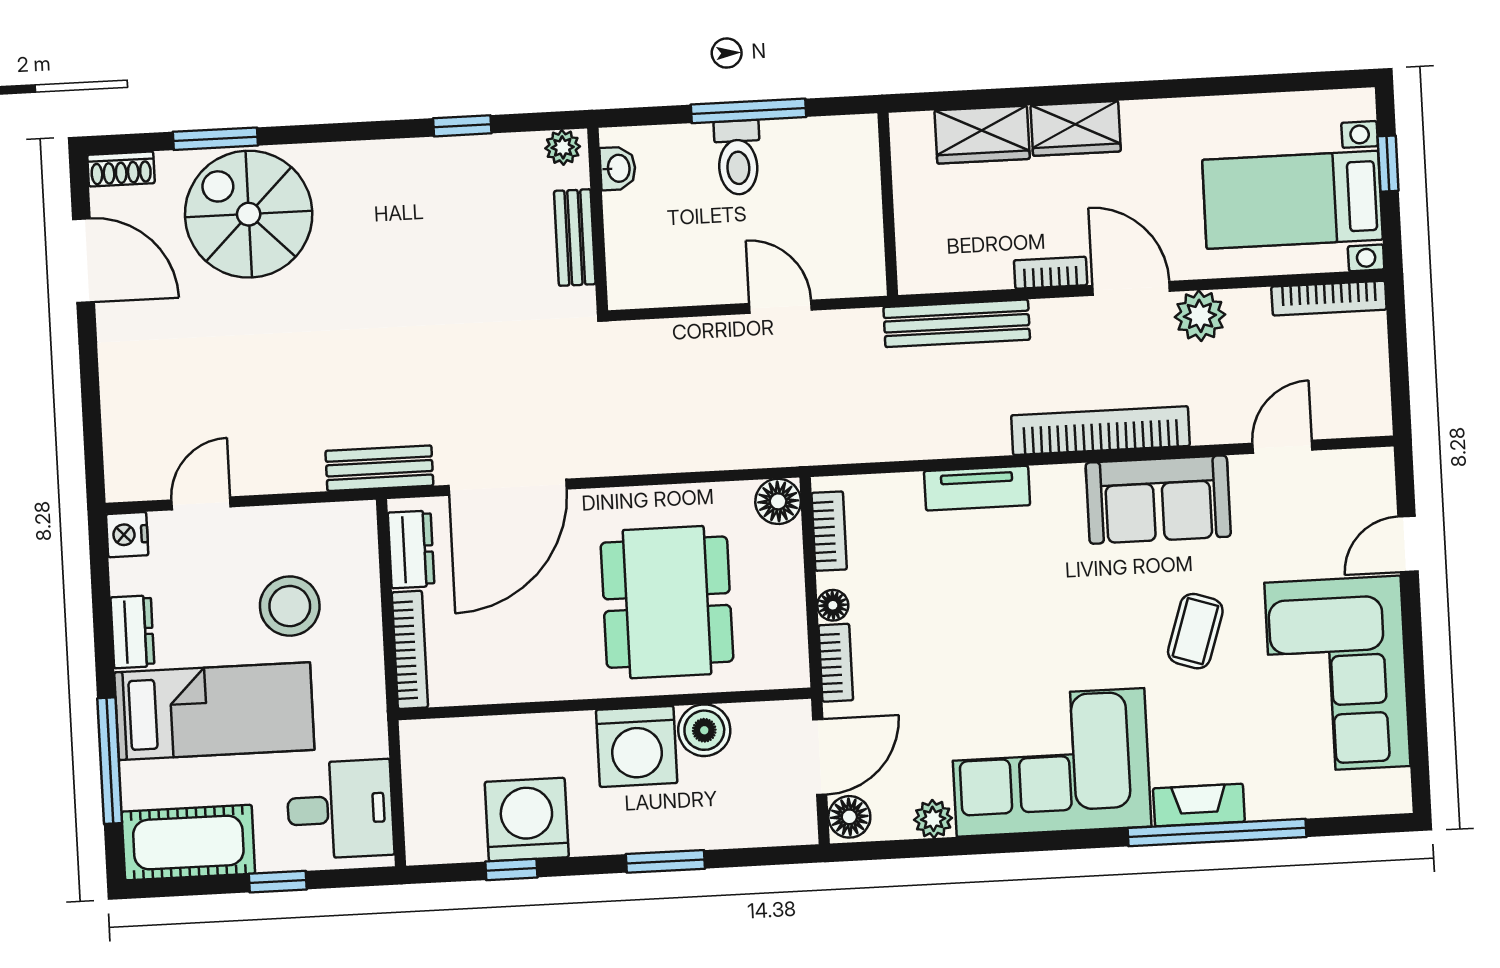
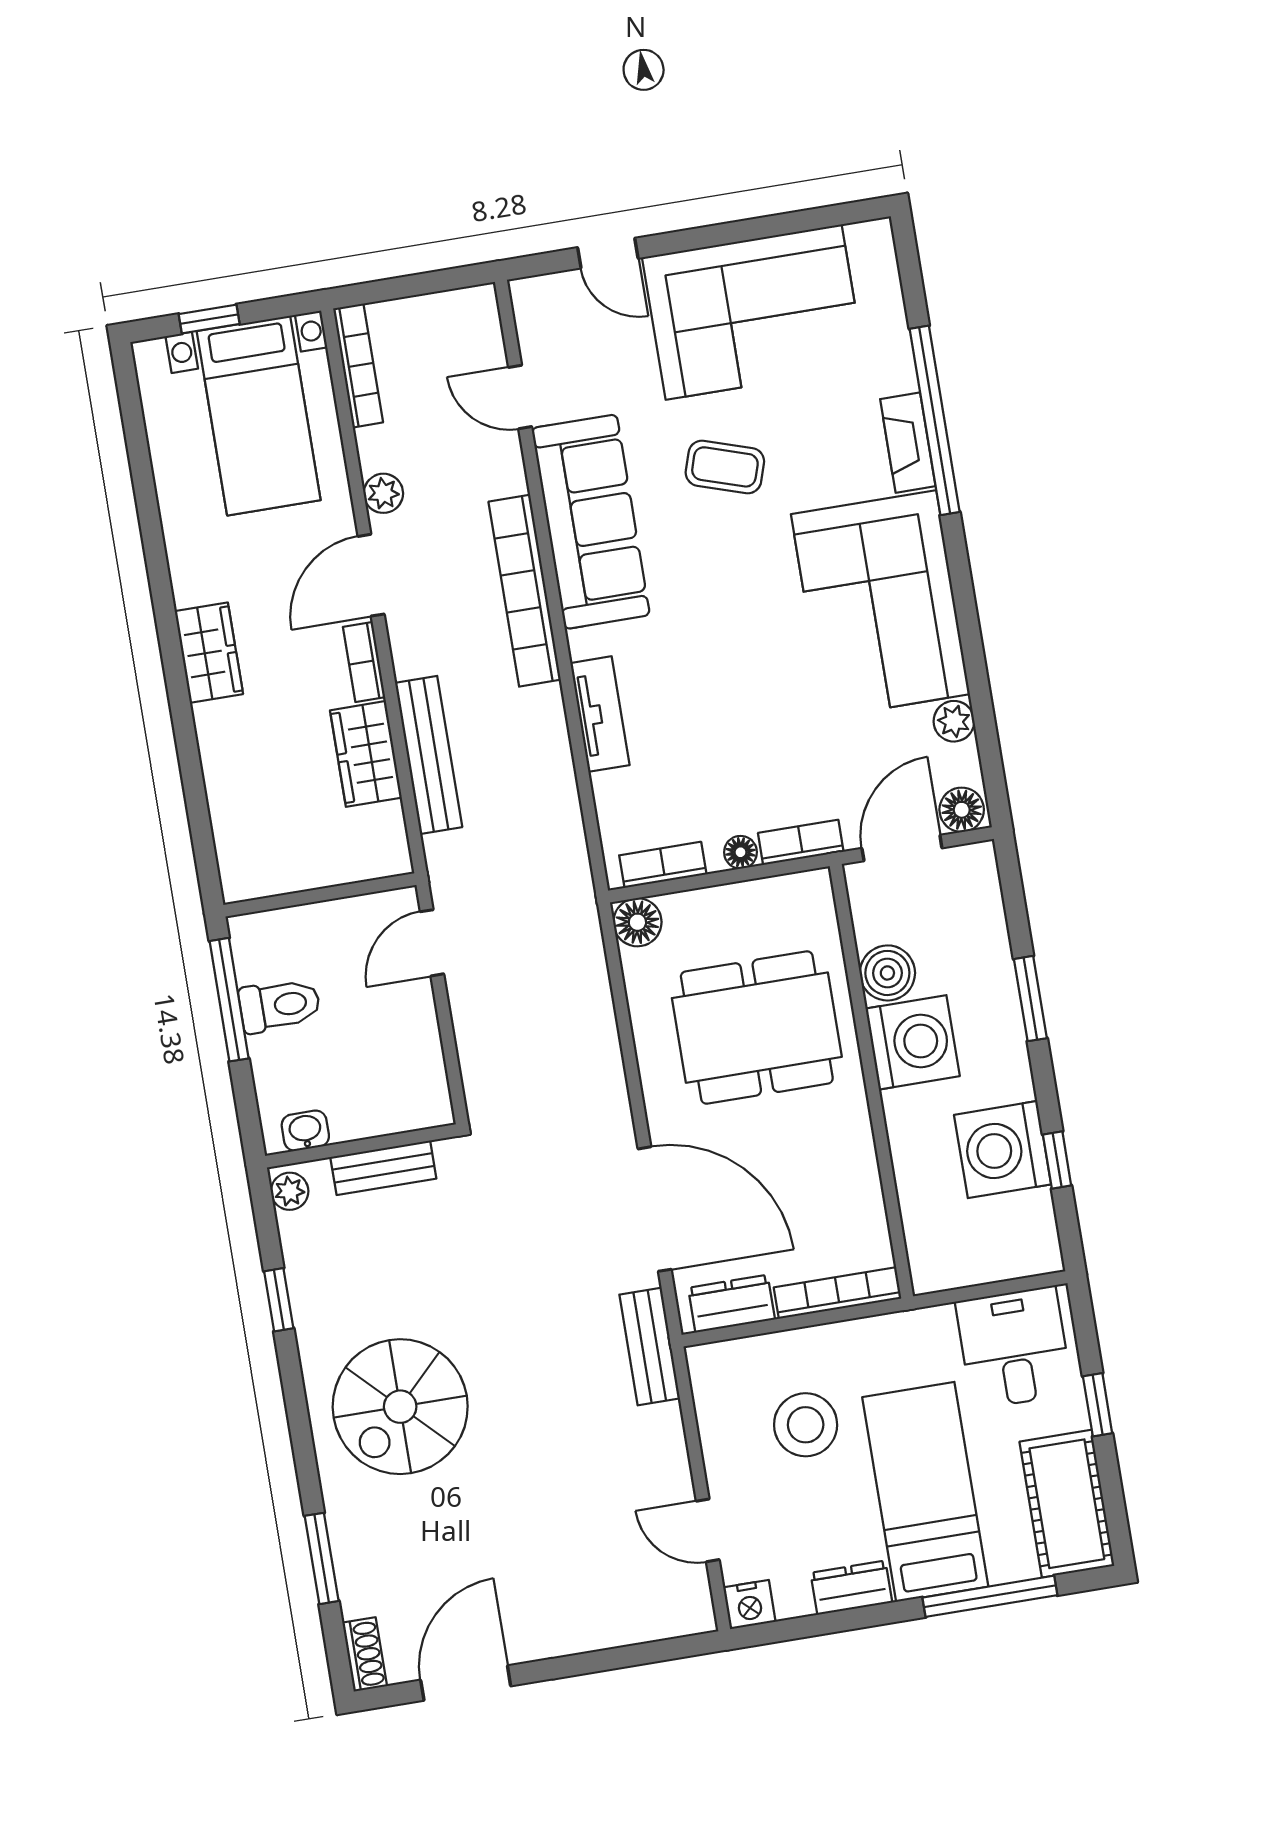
wardrobe: (982, 135) -> (366, 754), moved, turned 180
wall: (888, 204) -> (320, 895), moved
spiral stairs: (249, 214) -> (400, 1407), moved
plant: (1200, 316) -> (383, 493), width x0.73, depth x0.73
sofa: (1158, 500) -> (591, 522), width x1.36
door: (820, 757) -> (902, 848), hinge flipped

